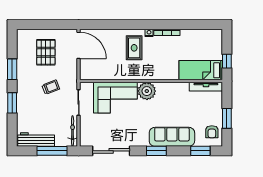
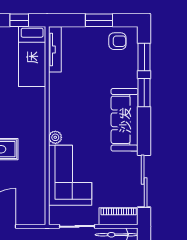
plant: (147, 91) -> (55, 137), width x0.53, depth x0.53
piano: (86, 132) -> (119, 216), added
sofa: (172, 137) -> (125, 120), moved
window: (156, 151) -> (144, 93), moved

